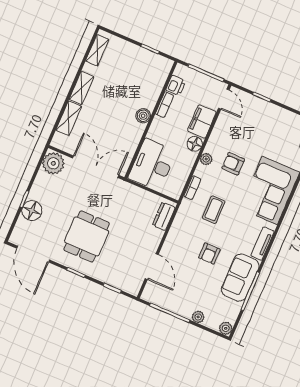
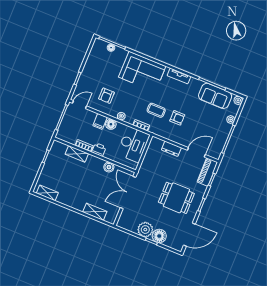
printer: (176, 85) -> (99, 150), moved
shelving: (82, 88) -> (77, 154), moved
boiler: (143, 116) -> (109, 167), moved
filing cabinet: (202, 122) -> (100, 121), width x0.50
plant: (53, 163) -> (145, 230), moved
armchair: (233, 164) -> (106, 96), moved
desk: (152, 165) -> (133, 144), moved, turned -90
dresser: (164, 216) -> (171, 149), moved
armchair: (209, 254) -> (177, 118), moved
sofa: (240, 278) -> (215, 96), moved
piano: (123, 282) -> (207, 172), added

